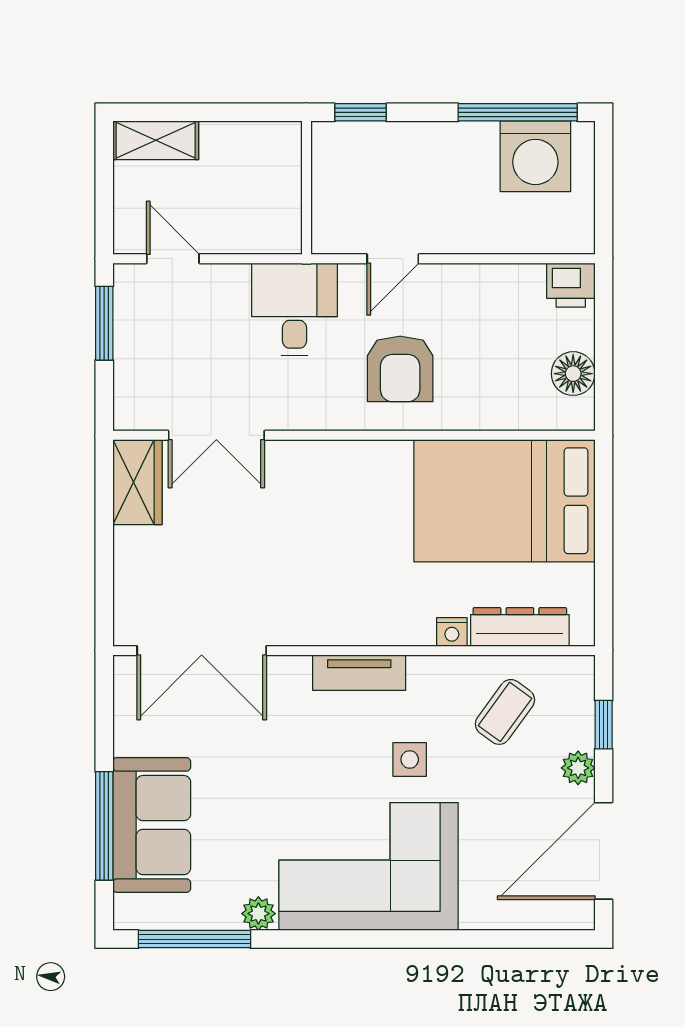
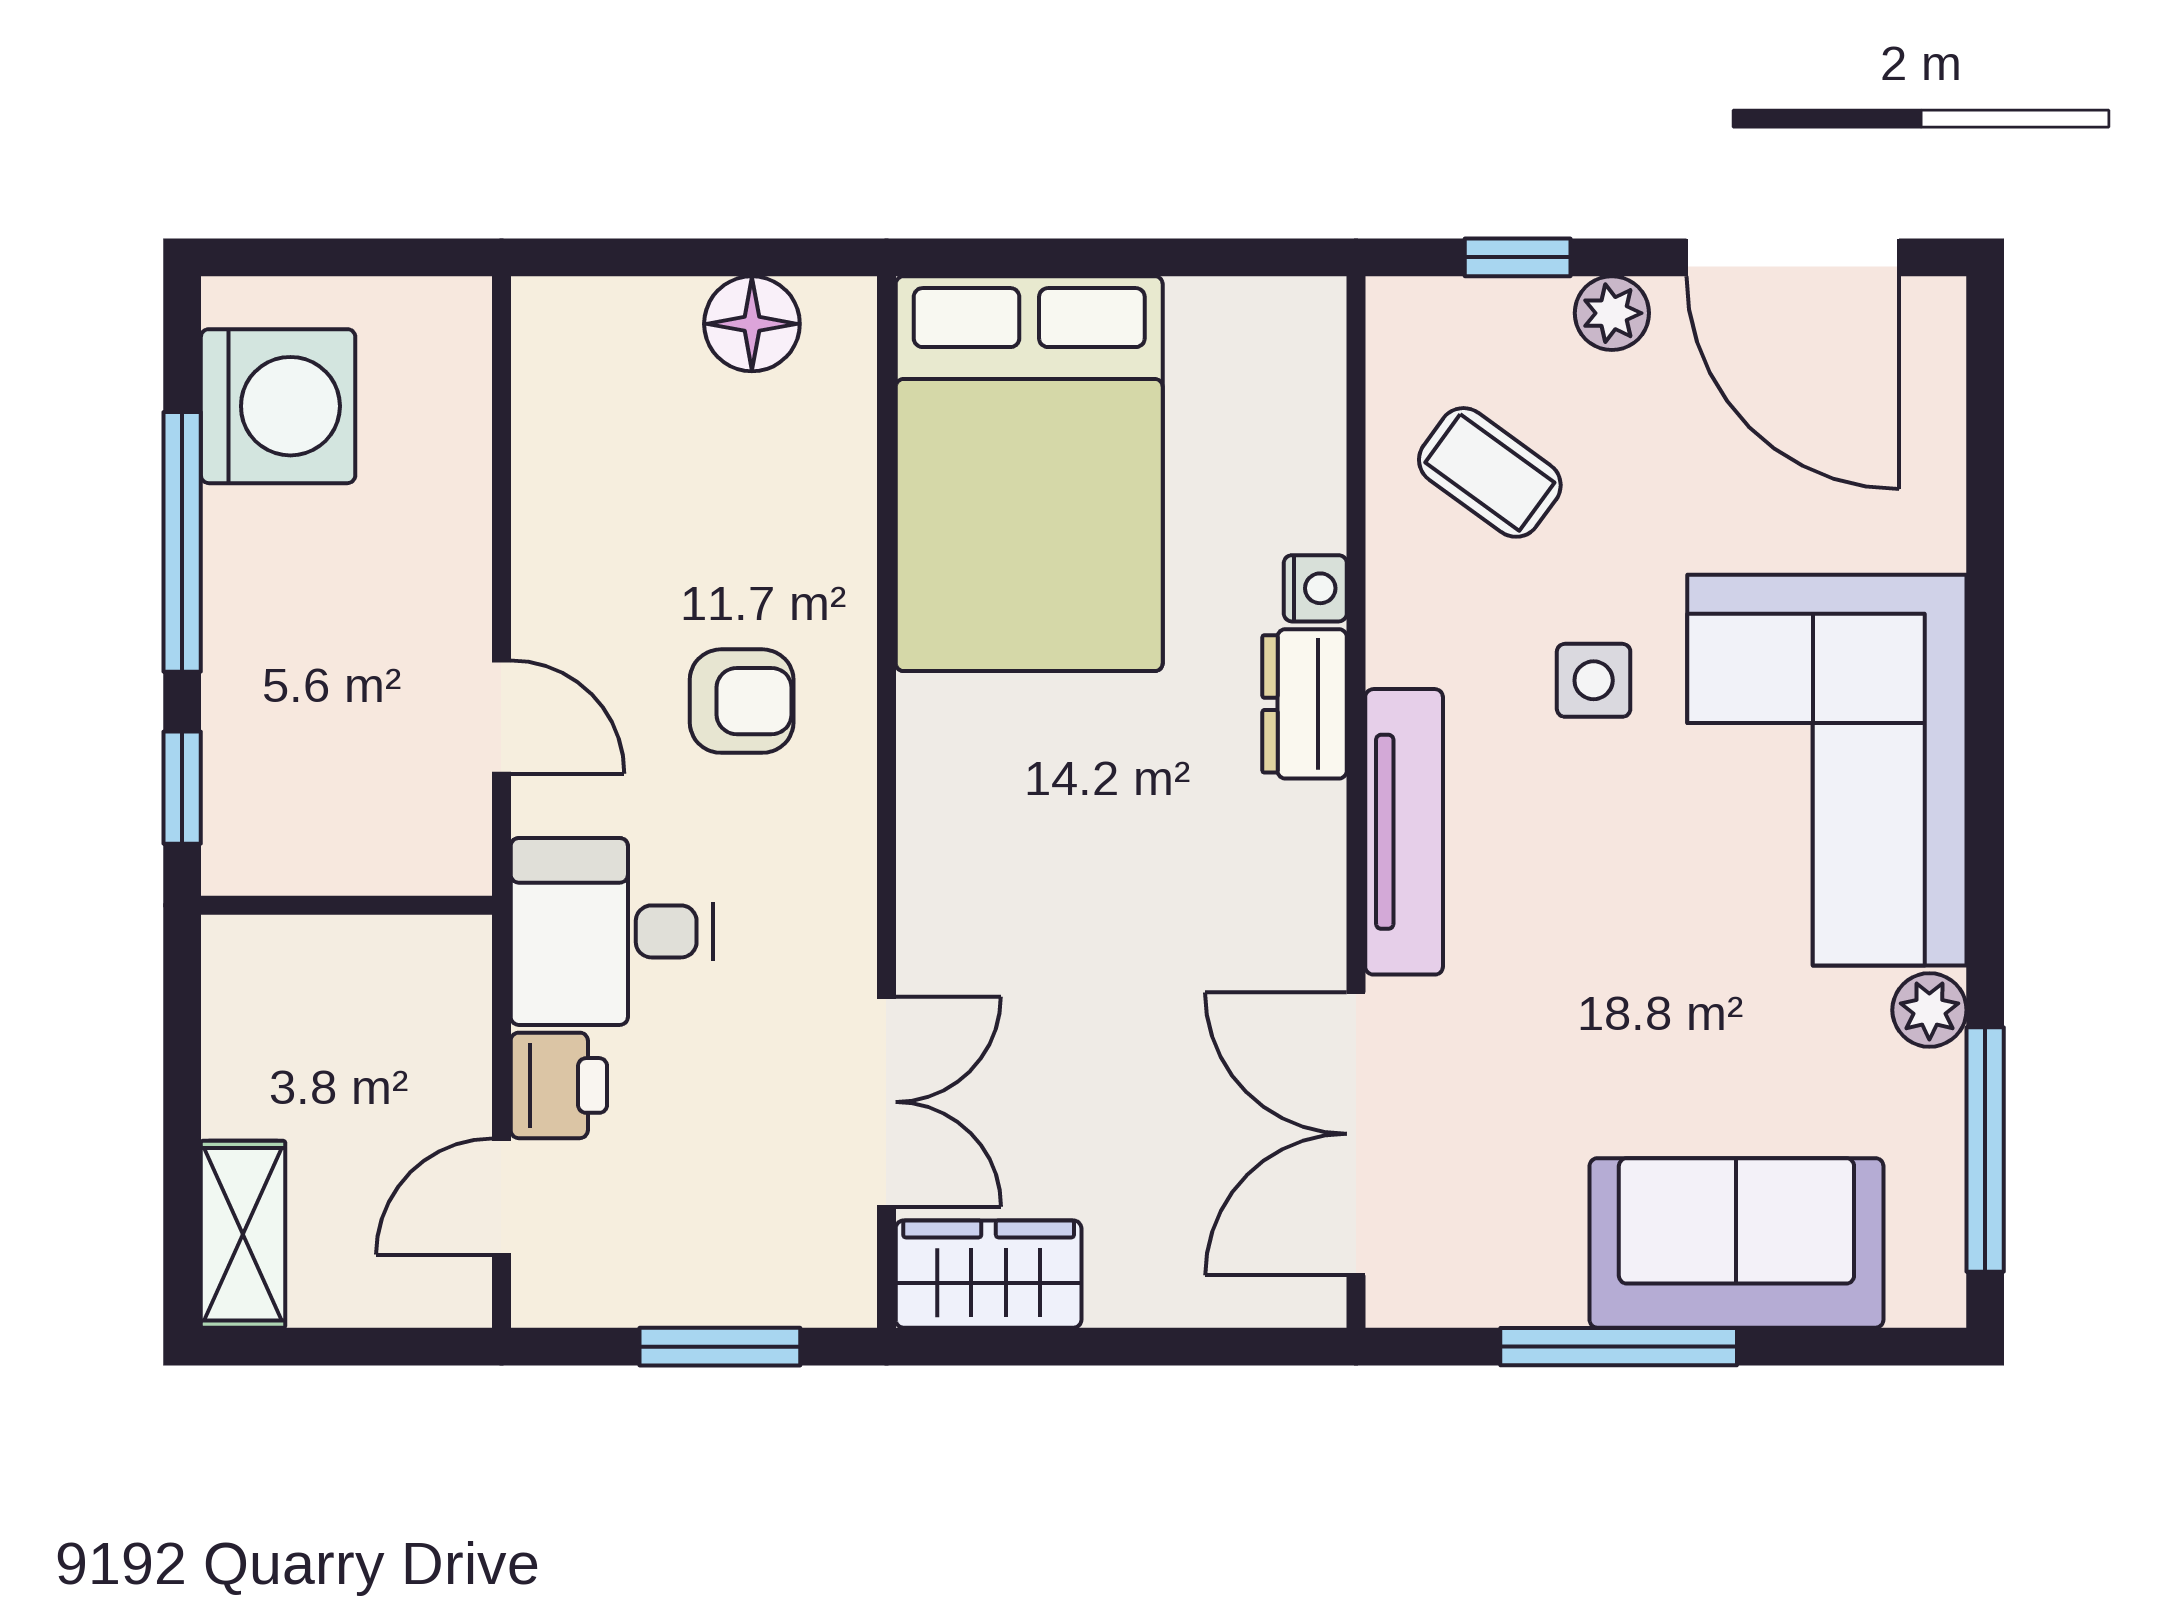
window: (518, 112) -> (182, 542), moved
printer: (571, 285) -> (559, 1085), moved
window: (104, 323) -> (720, 1347), moved
armchair: (400, 369) -> (742, 701), width x0.72, depth x0.72
dresser: (520, 627) -> (1305, 704), moved, width x0.70
double door: (202, 651) -> (1356, 1134), swing flipped
tv unit: (359, 673) -> (1404, 832), width x1.41
window: (104, 826) -> (1619, 1347), moved

